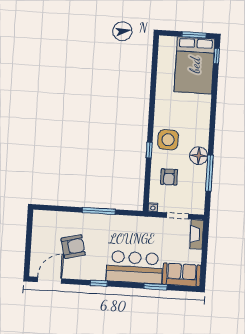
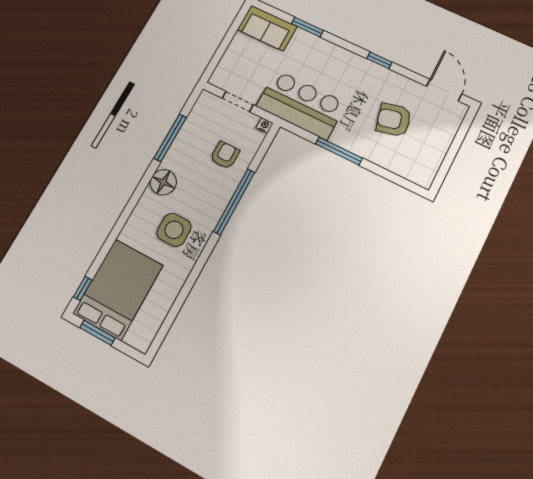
side table: (168, 140) -> (174, 230), moved
window: (149, 150) -> (234, 202), width x3.17
floor lamp: (199, 156) -> (163, 182), moved
fireplace: (197, 234) -> (224, 69), removed
bar counter: (134, 267) -> (301, 105), moved, turned 180
door: (50, 280) -> (444, 90), swing flipped

